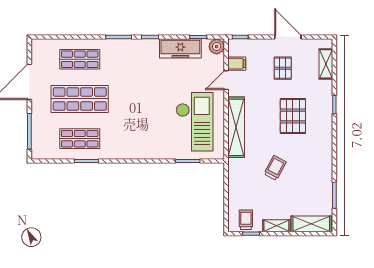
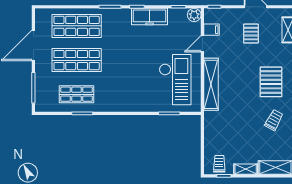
freezer: (180, 48) -> (150, 17), moved
shop shelf: (80, 59) -> (77, 26), width x1.43, depth x1.36
pallet: (293, 116) -> (271, 82), moved
trolley: (275, 168) -> (274, 120), moved

